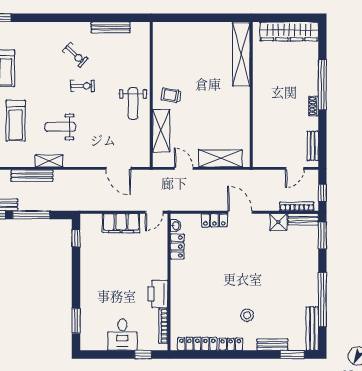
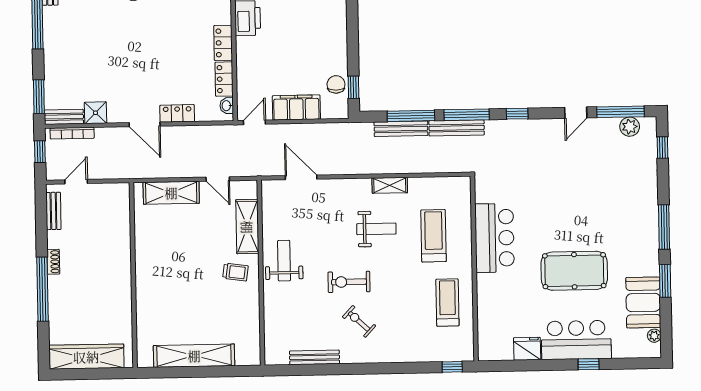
shelving: (241, 54) -> (194, 356), moved, turned 90
exercise bike: (82, 86) -> (349, 282), width x1.38, depth x1.39
bench: (32, 176) -> (401, 129), moved
chair: (90, 241) -> (336, 84), added
locker: (177, 275) -> (223, 43), added

